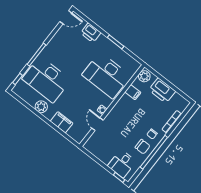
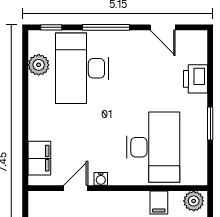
door: (66, 17) -> (163, 27), moved
desk: (106, 75) -> (153, 147), turned 180
plant: (41, 107) -> (39, 65), moved
filing cabinet: (62, 122) -> (39, 158), moved

